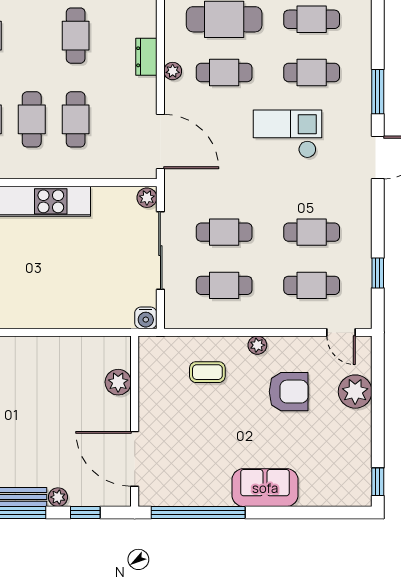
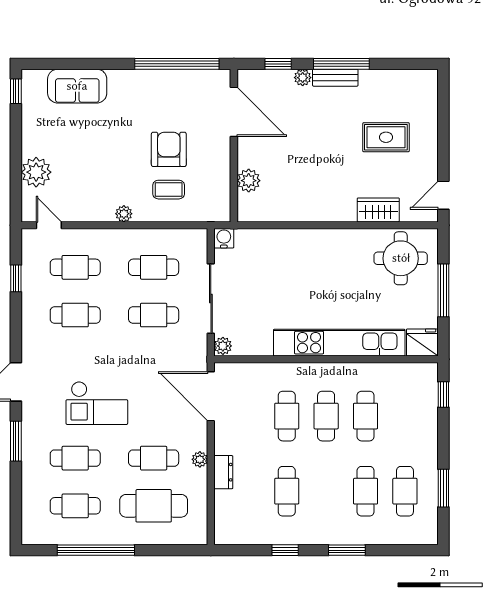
armchair: (289, 392) -> (169, 149), moved, turned 90
sofa: (265, 488) -> (77, 86), moved

